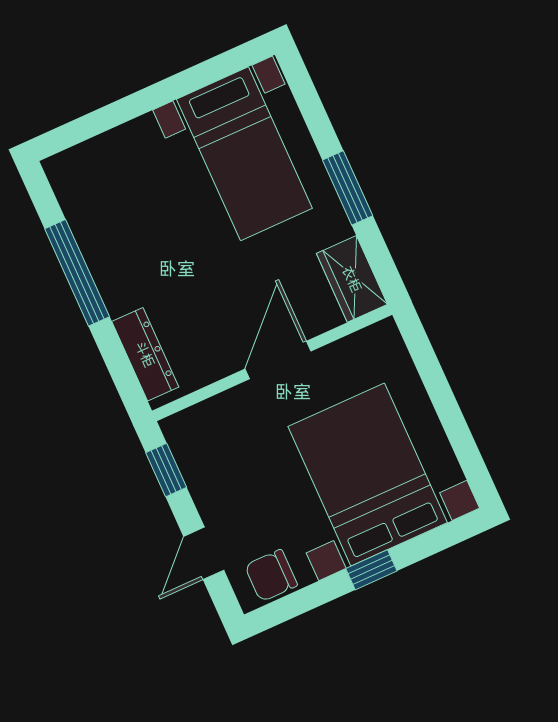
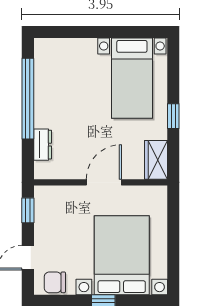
window: (348, 188) -> (173, 116), width x0.67
window: (77, 273) -> (28, 99), width x1.46
dresser: (145, 354) -> (43, 145), width x0.70

